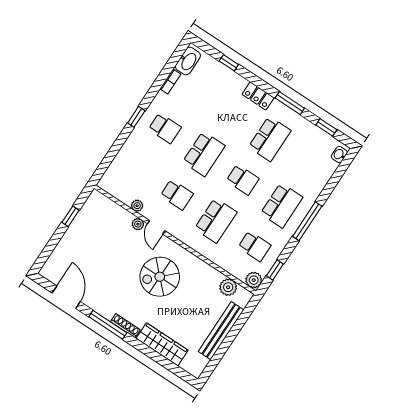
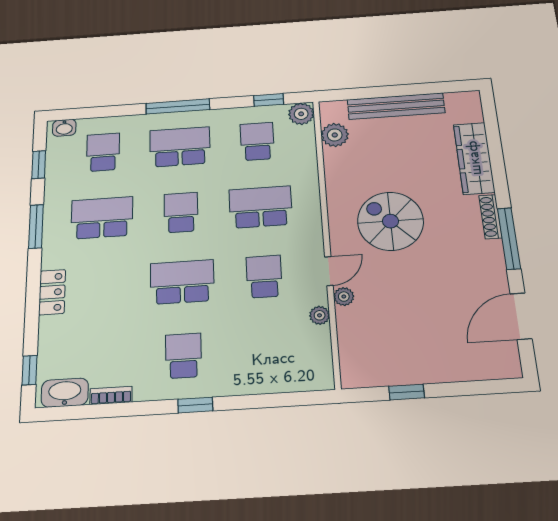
window: (229, 63) -> (29, 370), moved
locker: (258, 96) -> (52, 292), moved
school desk: (309, 165) -> (103, 152), added
spiral stairs: (160, 277) -> (390, 221), turned 180

